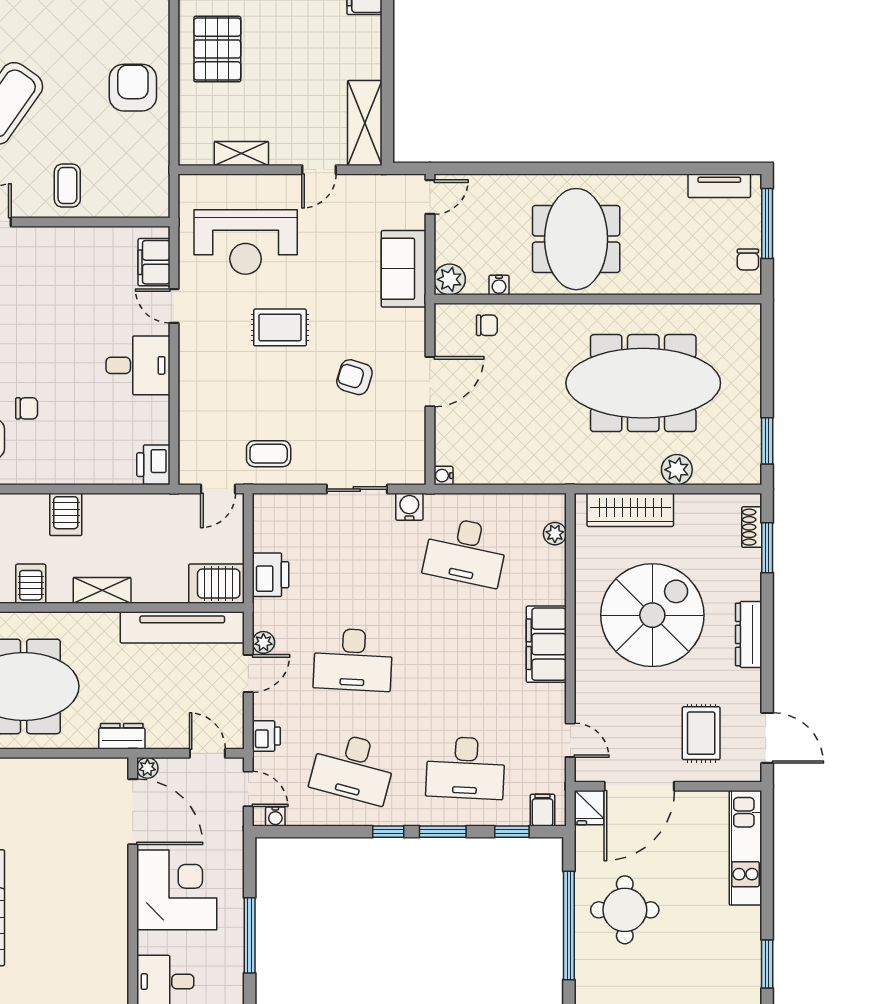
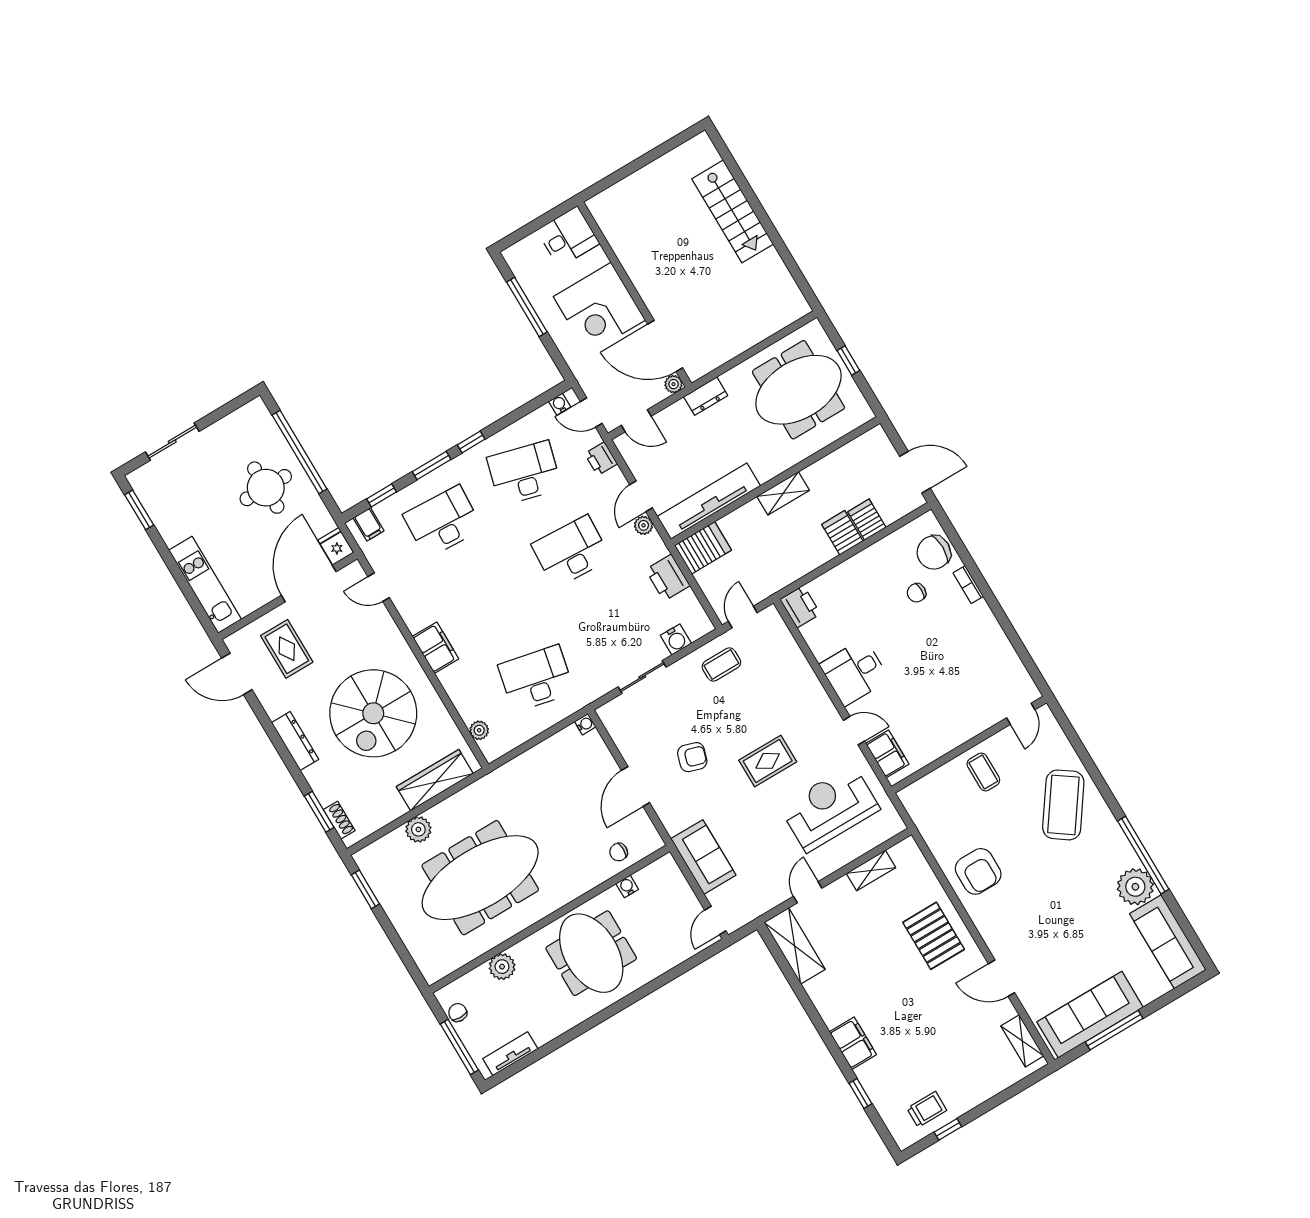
plant: (450, 279) -> (502, 967), moved
water cooler: (409, 507) -> (676, 639), moved
server rack: (31, 584) -> (867, 520), moved, turned 180
filing cabinet: (546, 644) -> (436, 648), width x0.67, depth x0.86

